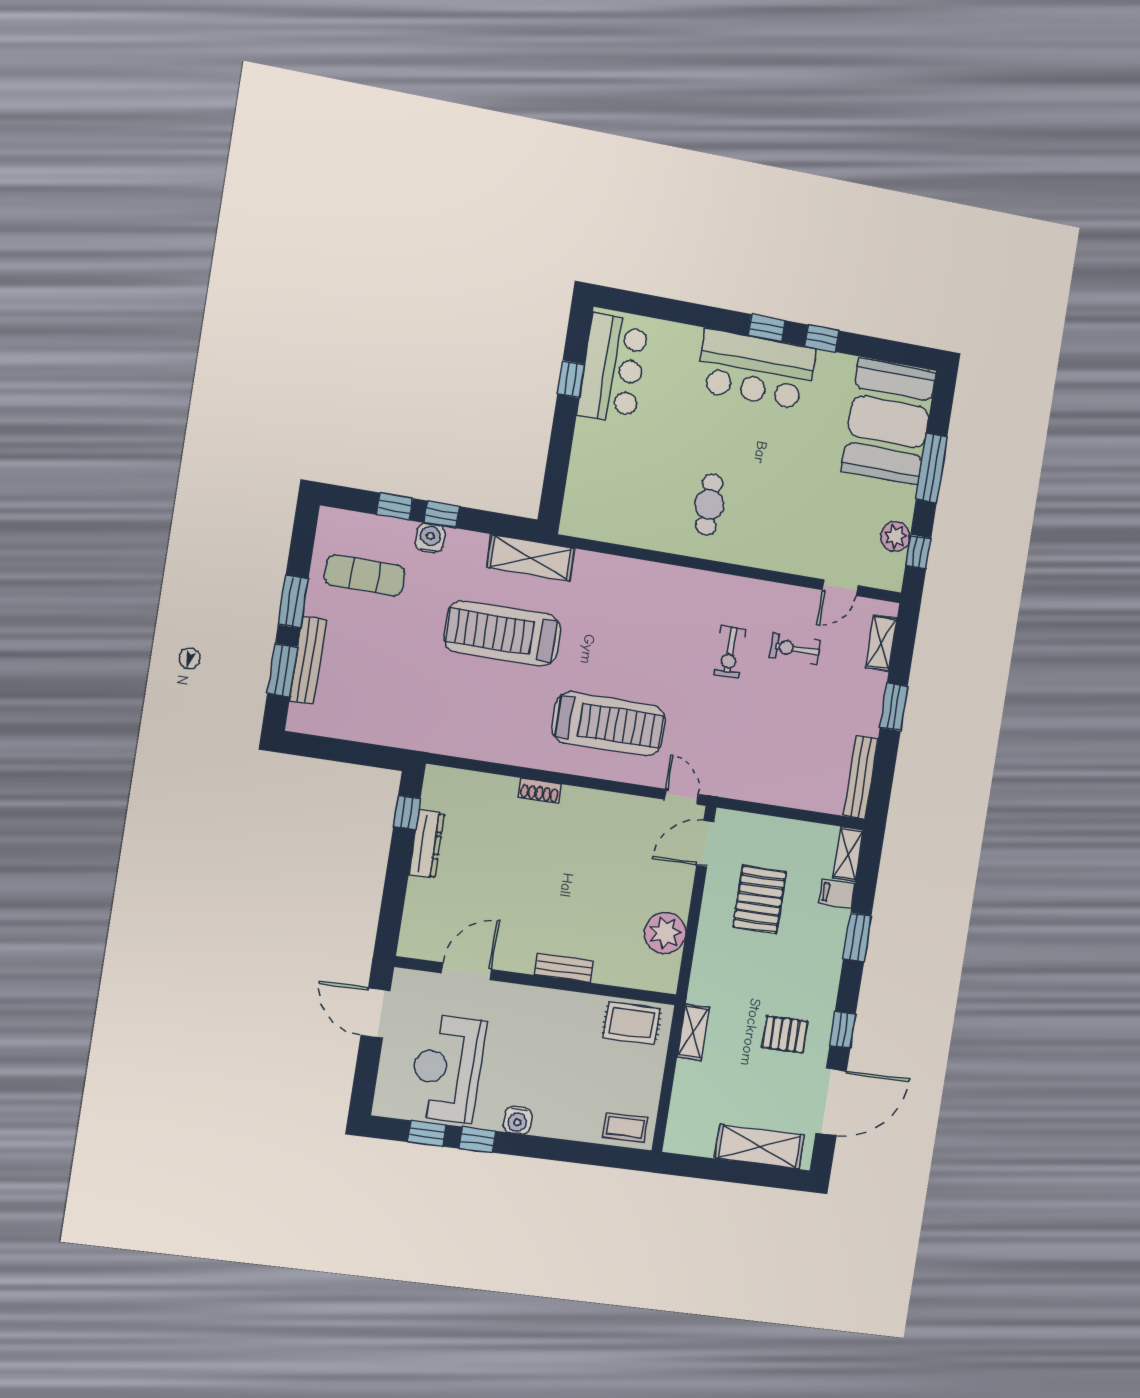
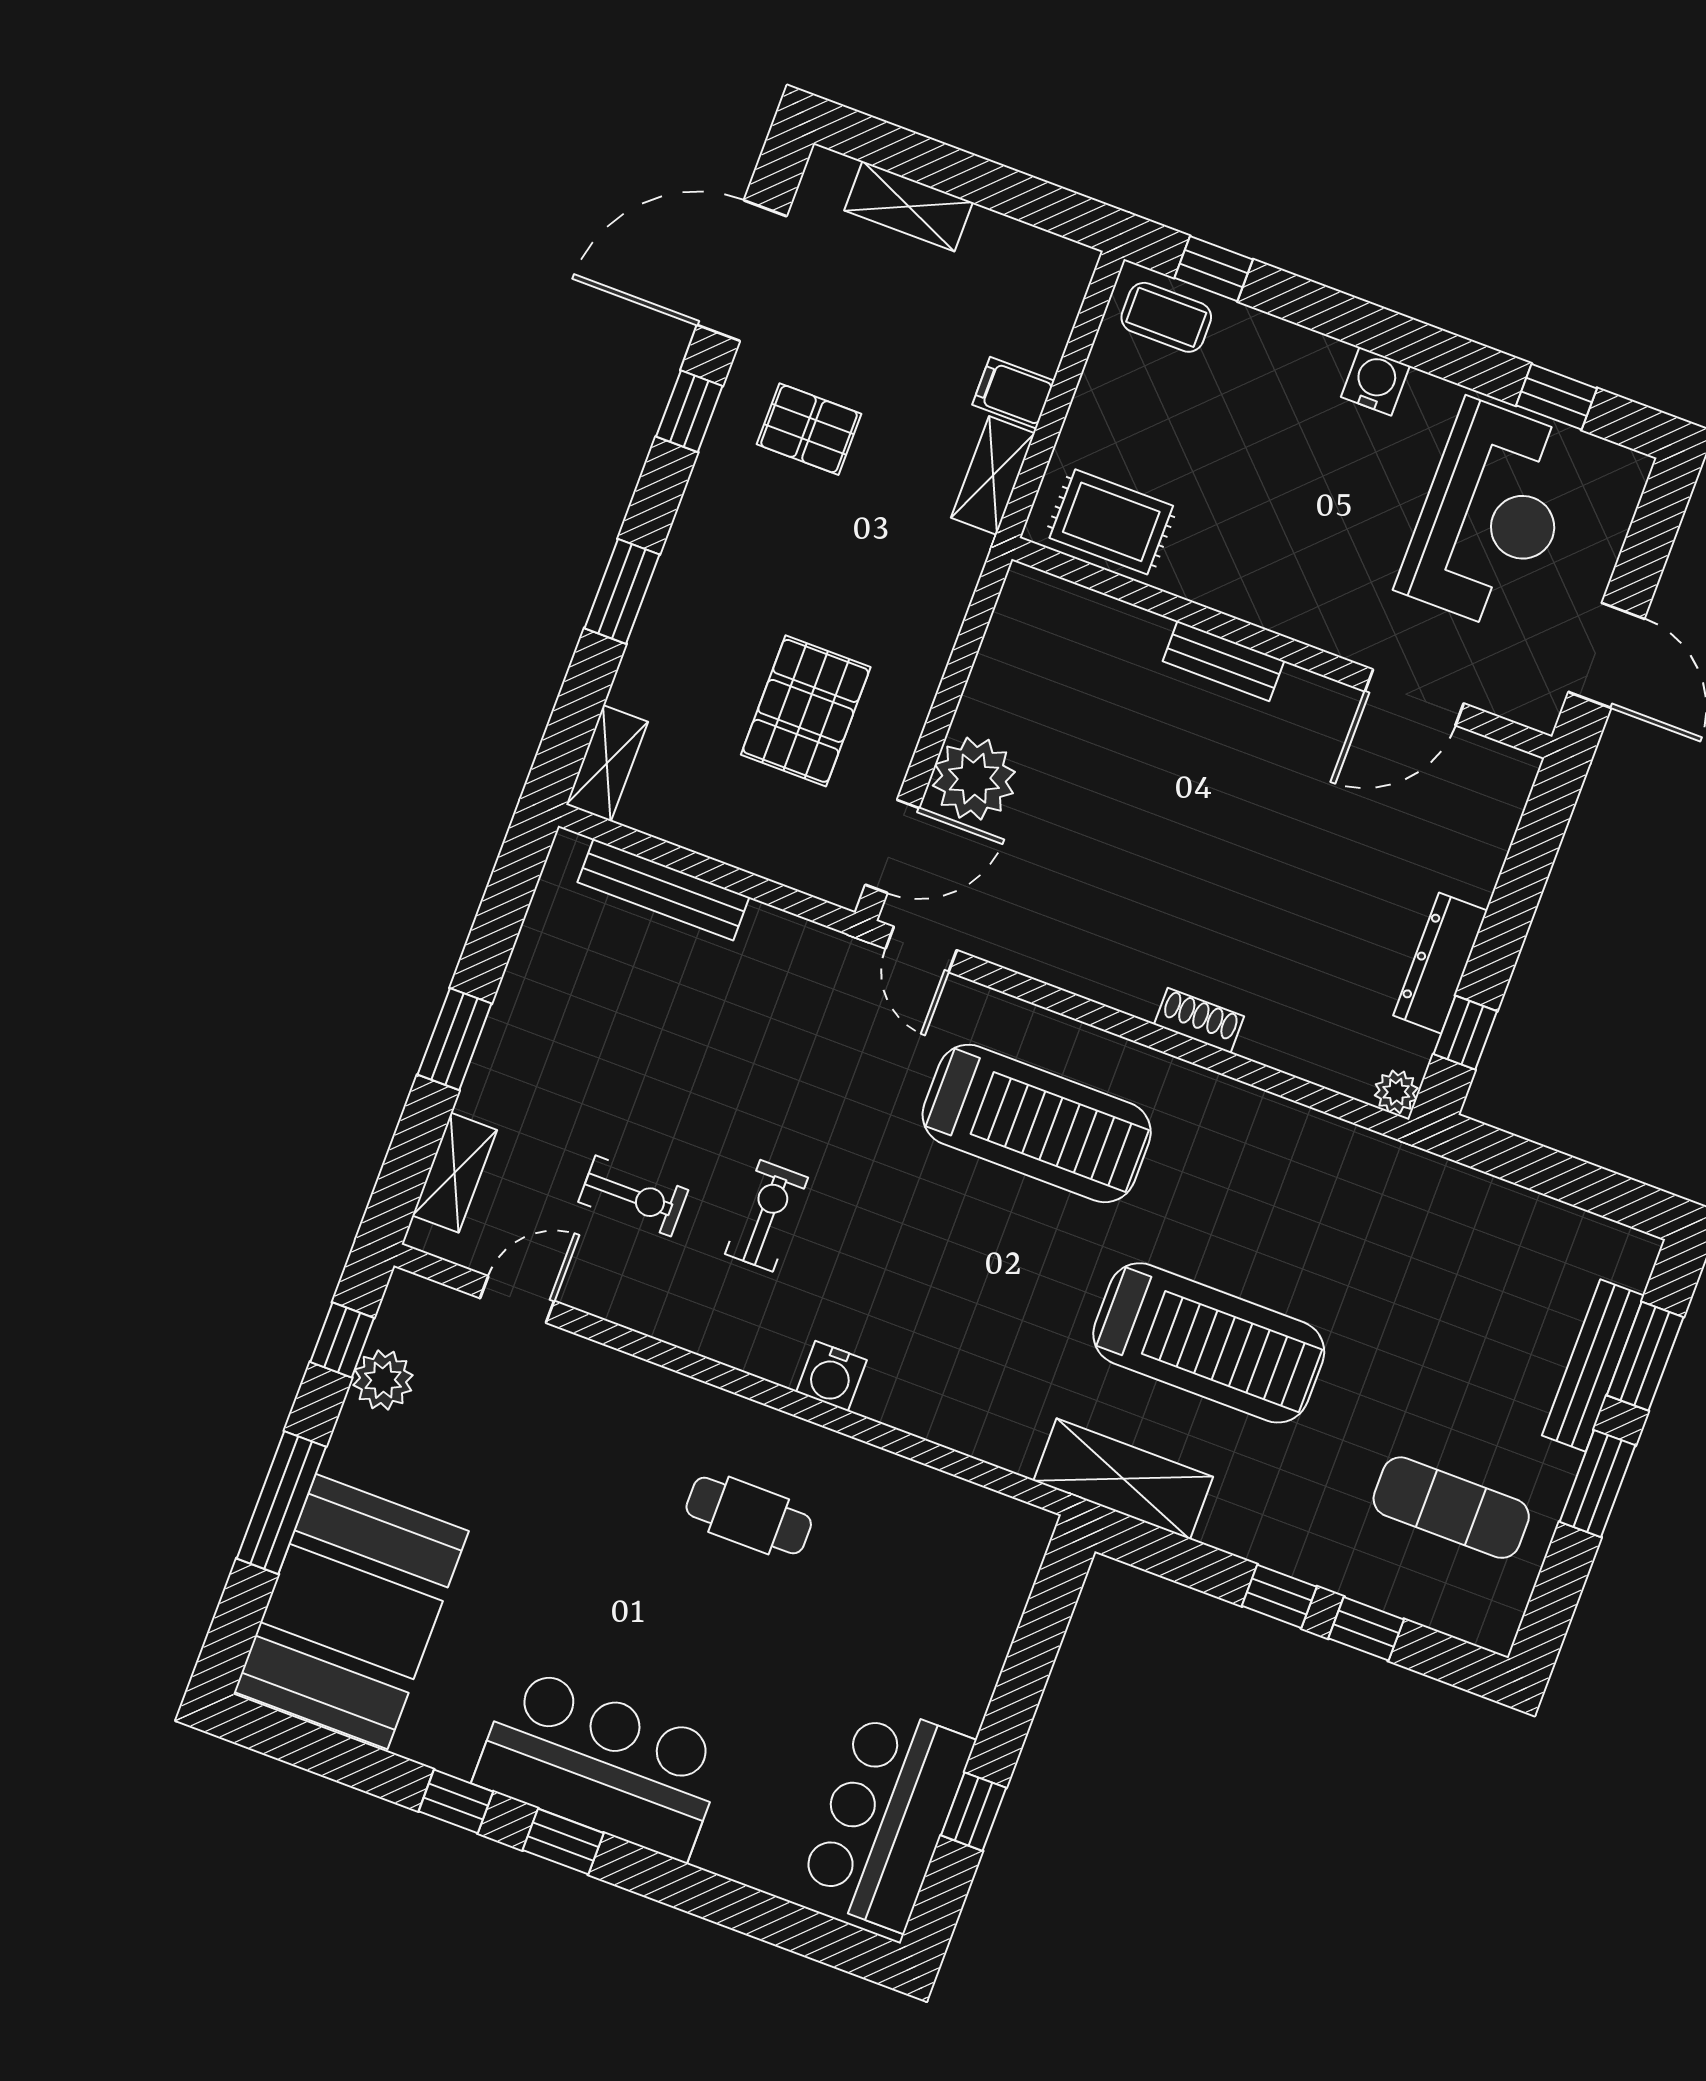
cafe table: (709, 505) -> (749, 1516), turned 90
water cooler: (430, 538) -> (831, 1376), moved
treadmill: (609, 724) -> (1037, 1123), turned 180
plant: (435, 776) -> (1396, 1092), added
bench: (861, 777) -> (663, 890), moved, turned 90
filing cabinet: (837, 893) -> (1013, 393), moved, turned 180
plant: (665, 933) -> (974, 779), moved
window: (477, 1140) -> (1214, 269), moved
shelving: (760, 1147) -> (909, 206), width x0.67, depth x0.75

